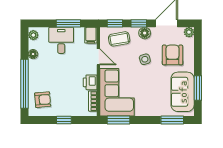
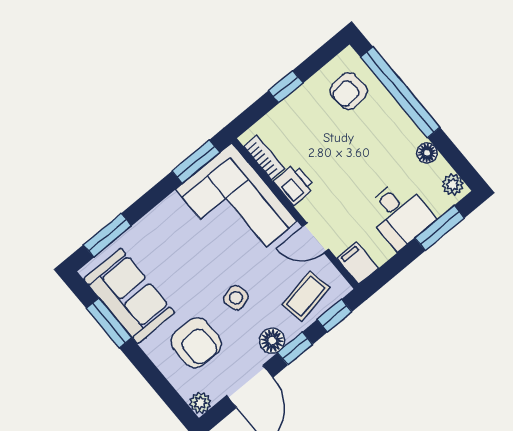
window: (68, 23) -> (440, 228), moved

